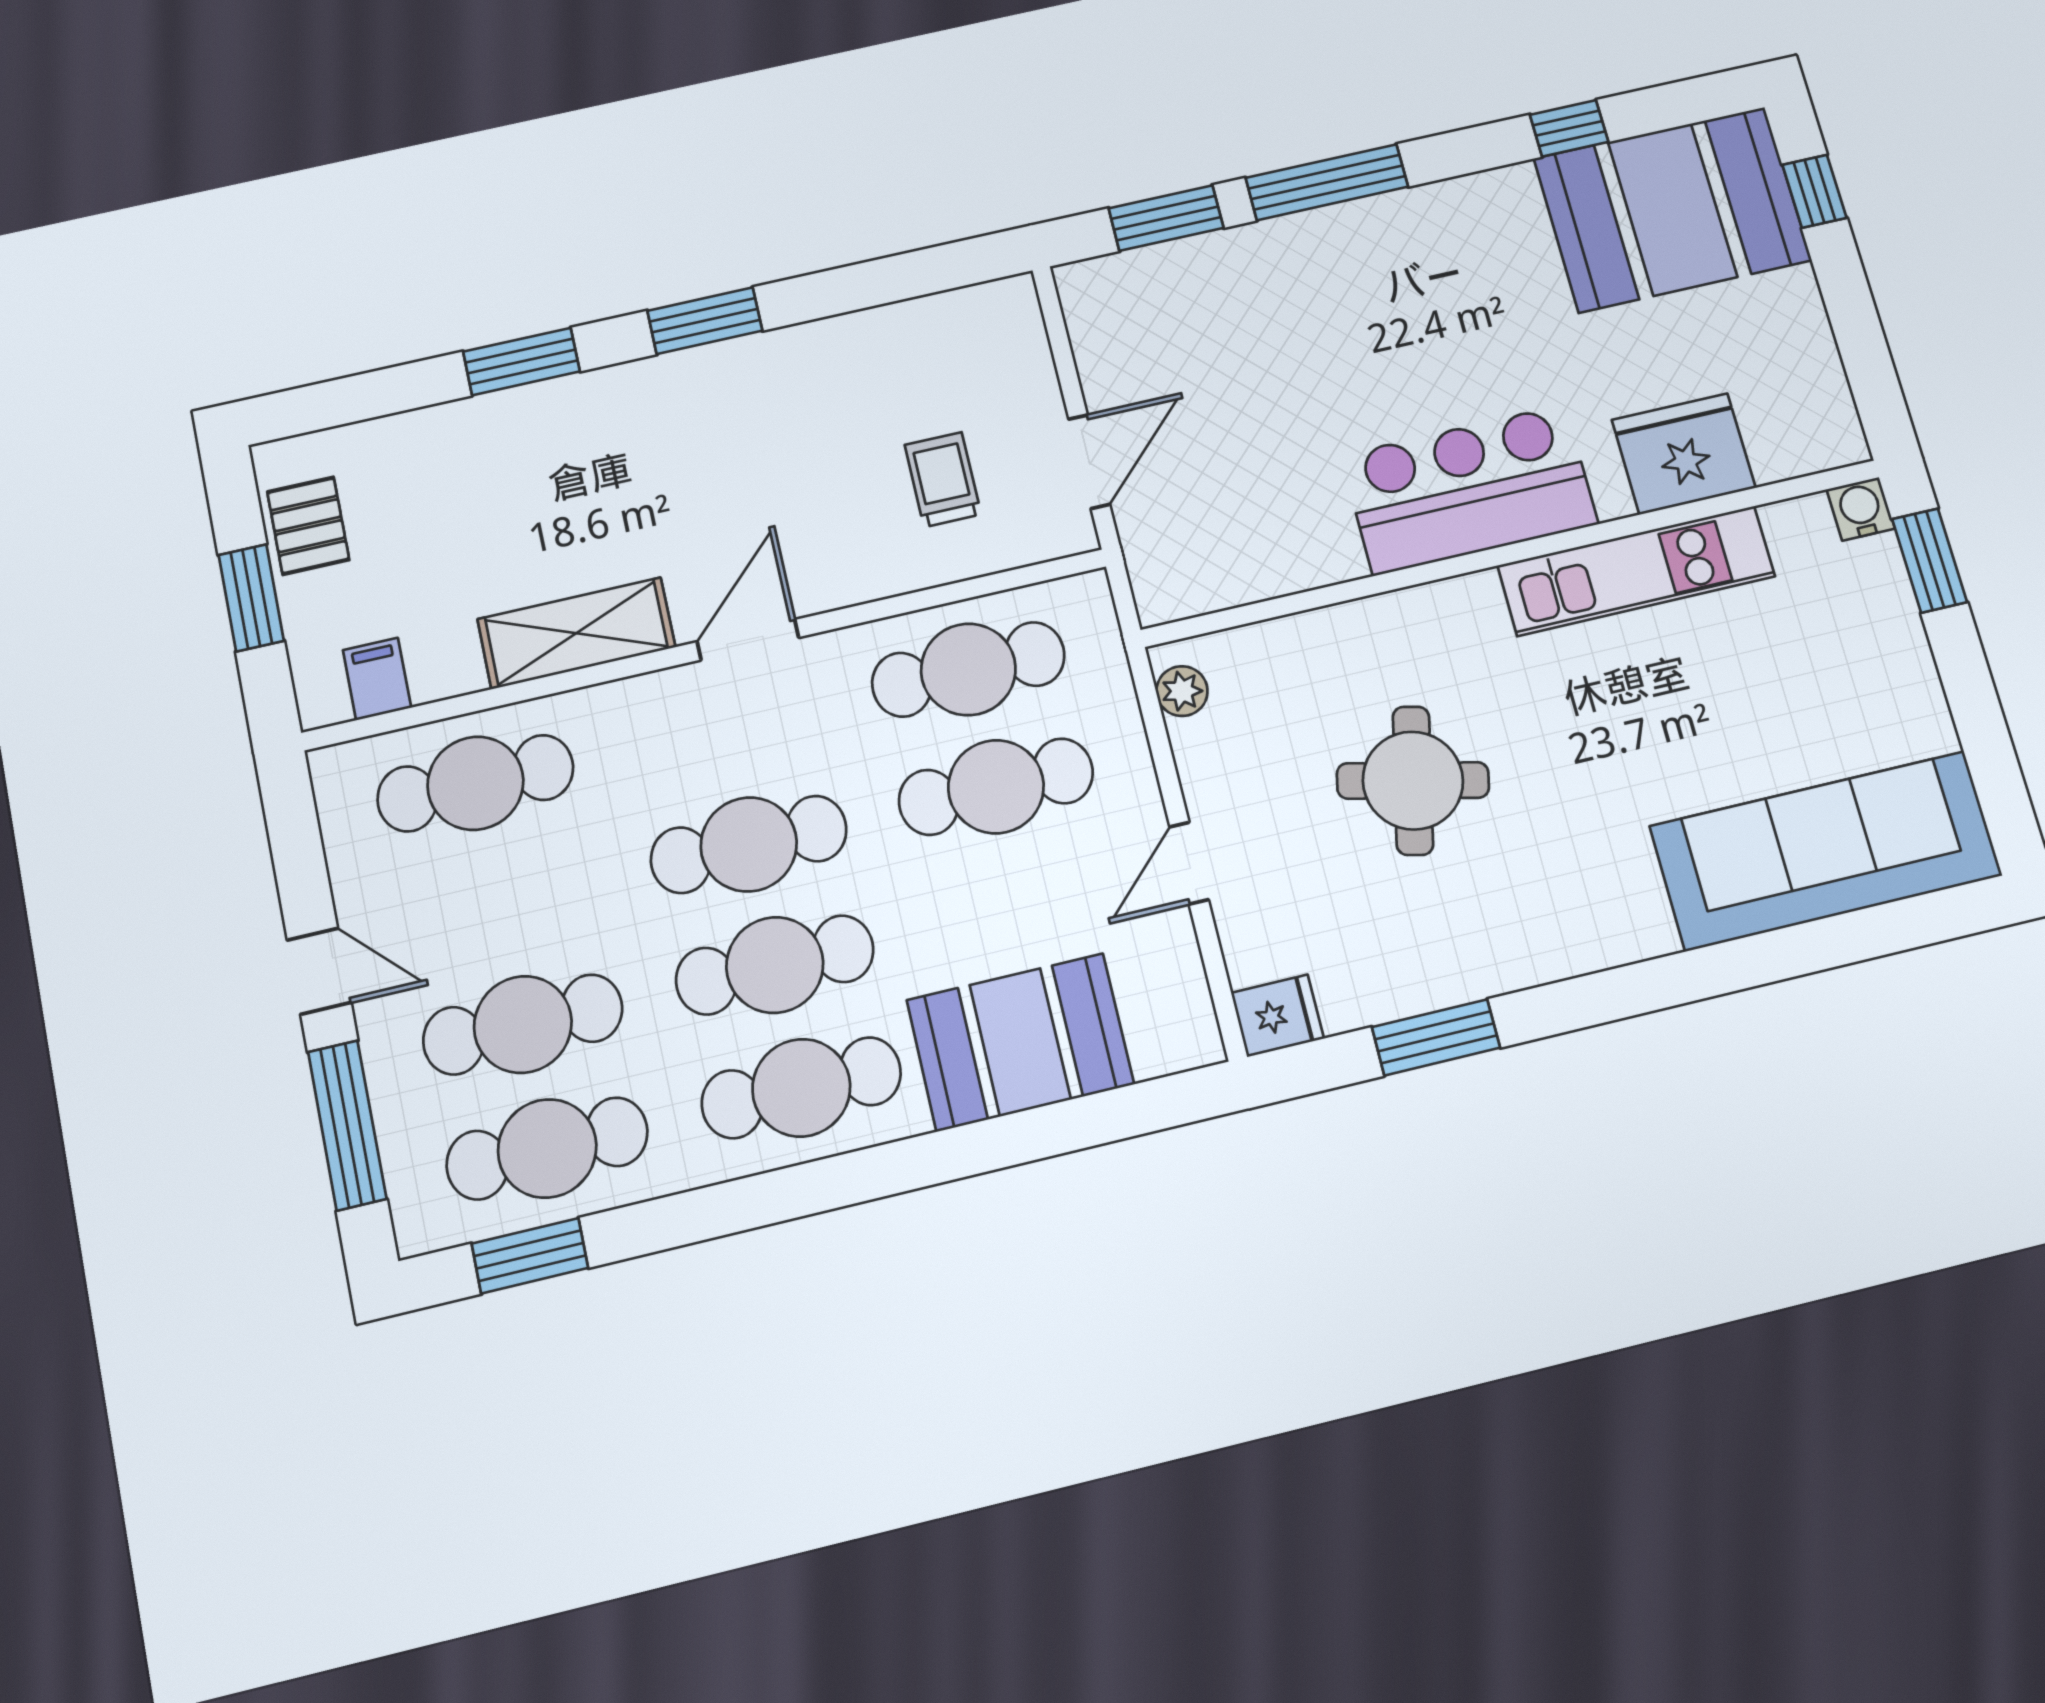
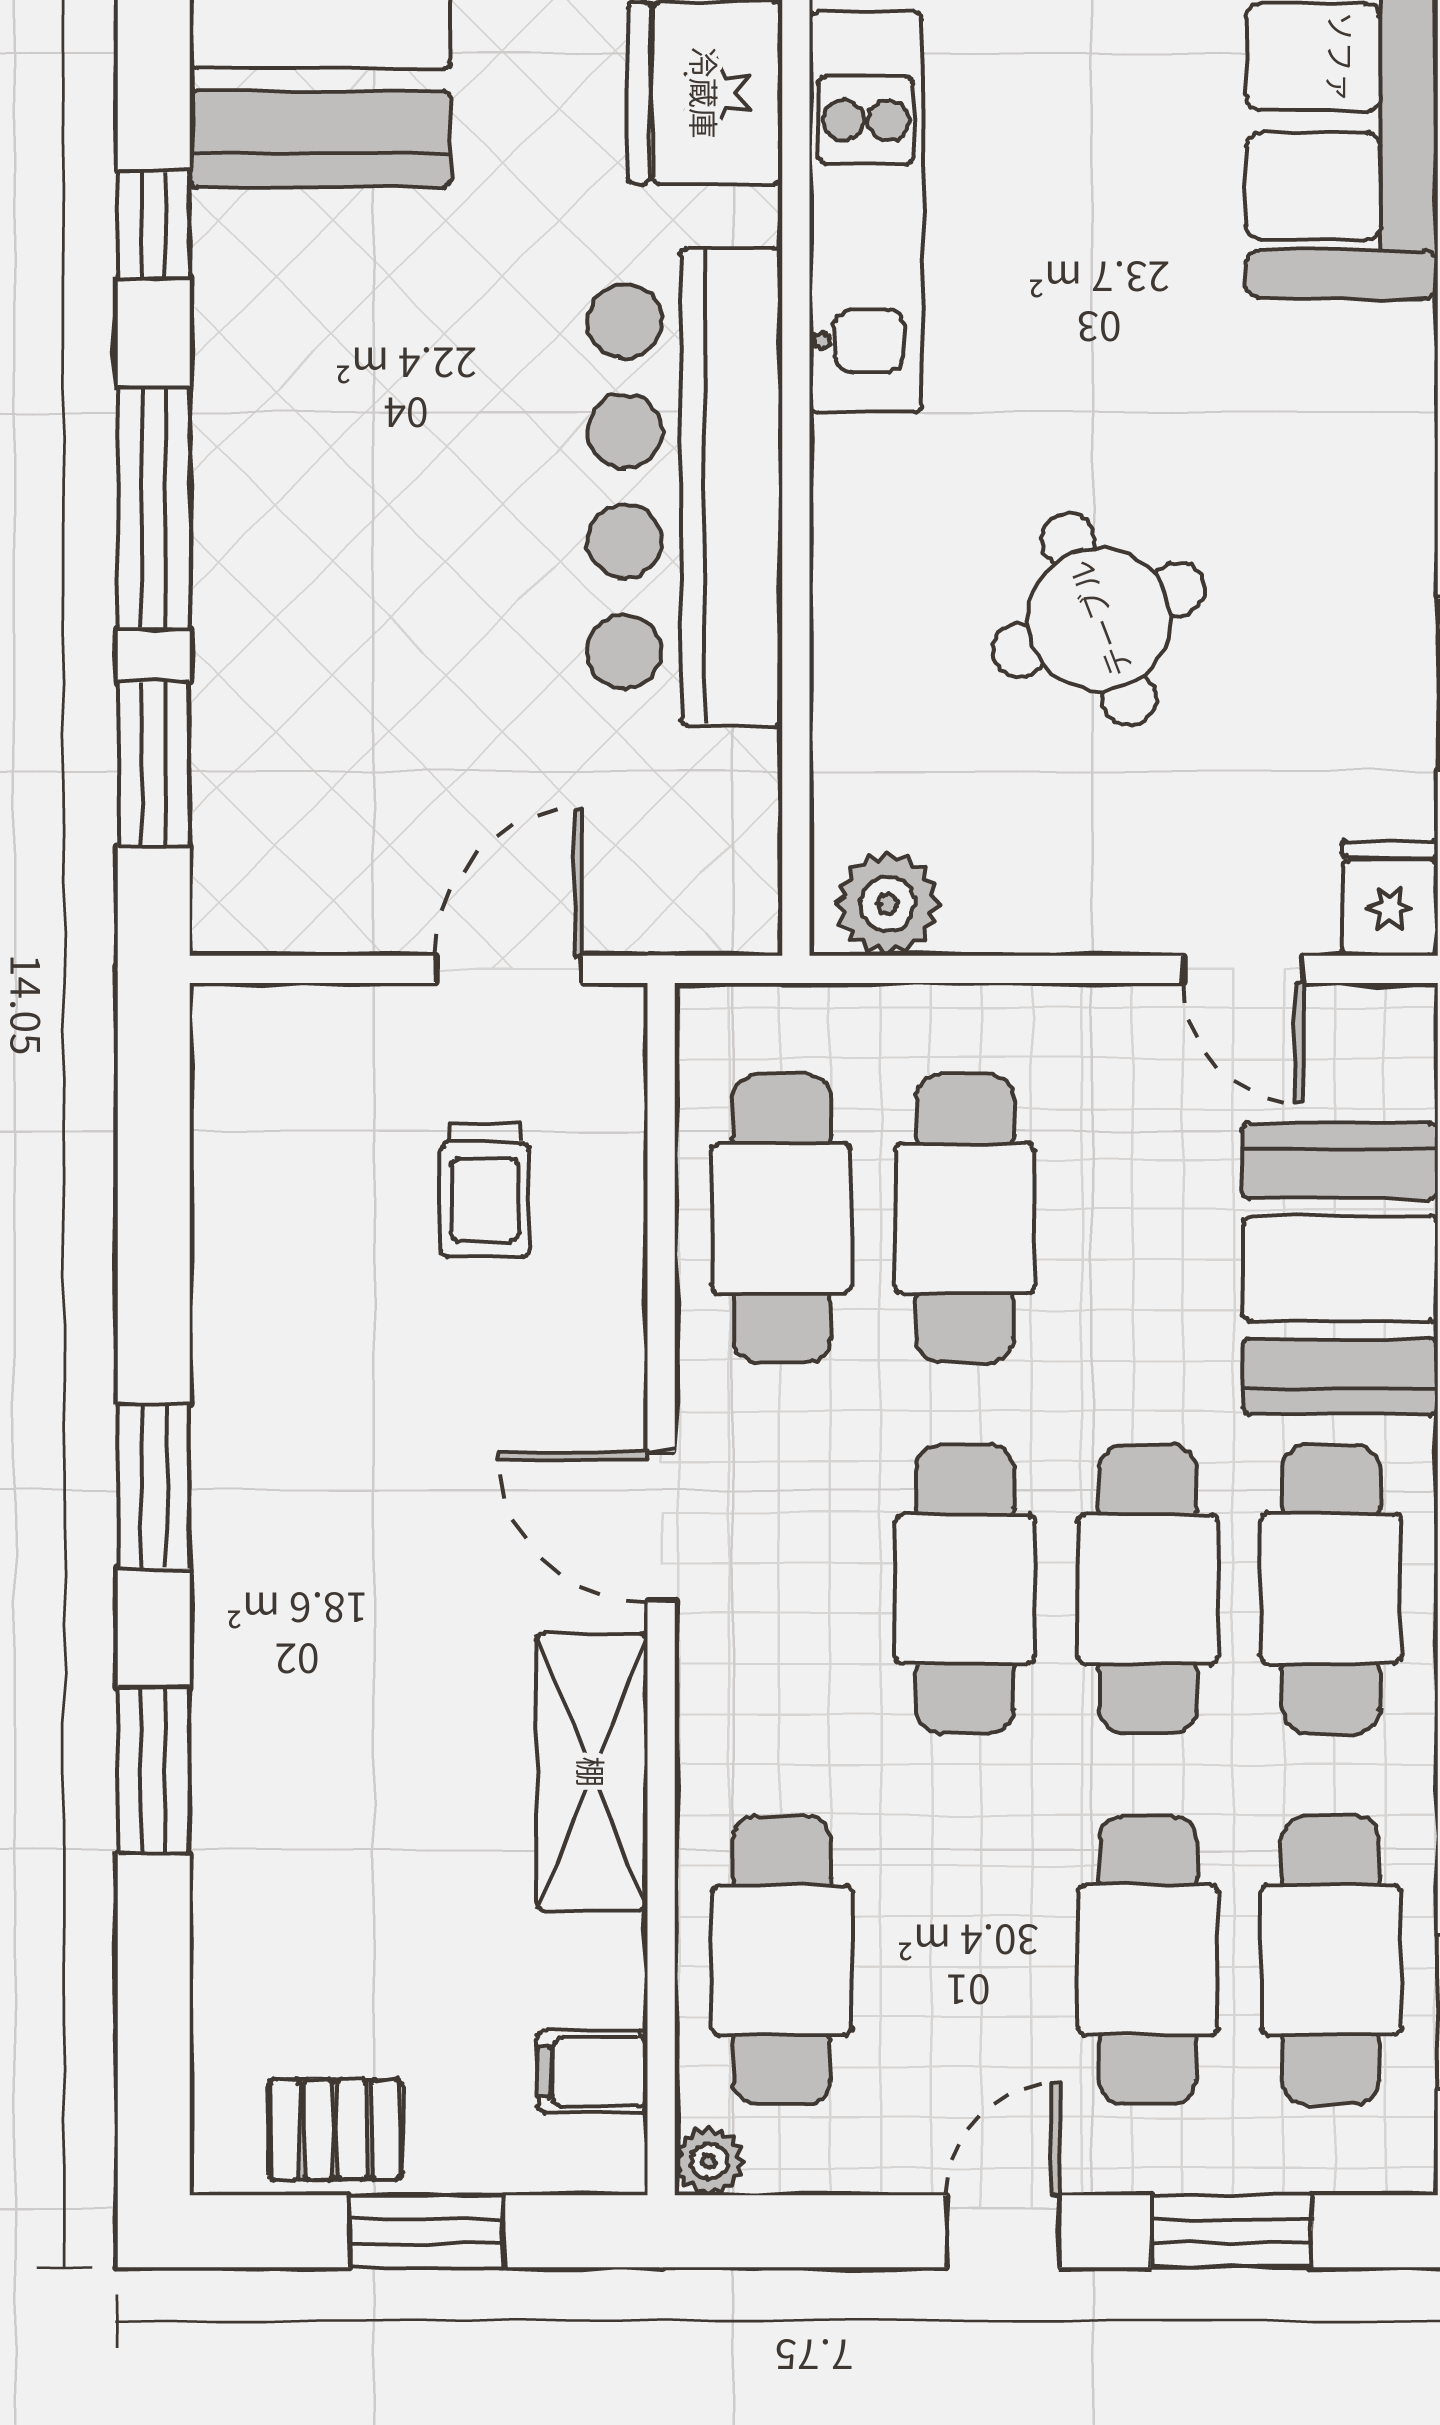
window: (1569, 128) -> (154, 224), moved
door: (1089, 462) -> (509, 969), hinge flipped
trolley: (943, 480) -> (485, 1190), turned -90
bar counter: (1469, 490) -> (685, 486), width x1.36
plant: (1182, 691) -> (888, 904), width x1.38, depth x1.38
plant: (331, 767) -> (709, 2161), added
round table: (1413, 781) -> (1099, 619), turned -34
door: (1189, 863) -> (1243, 969), moved
window: (347, 1125) -> (1231, 2231), width x0.69

